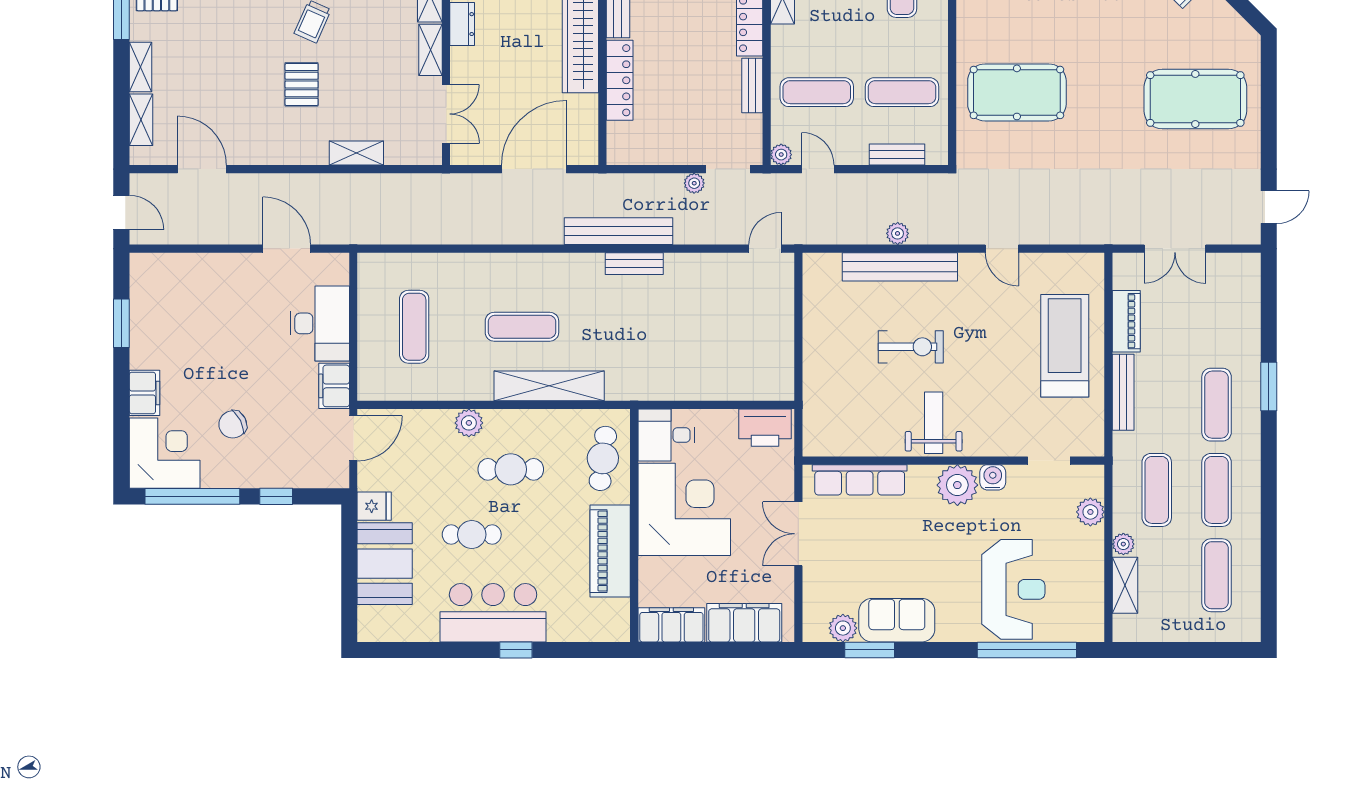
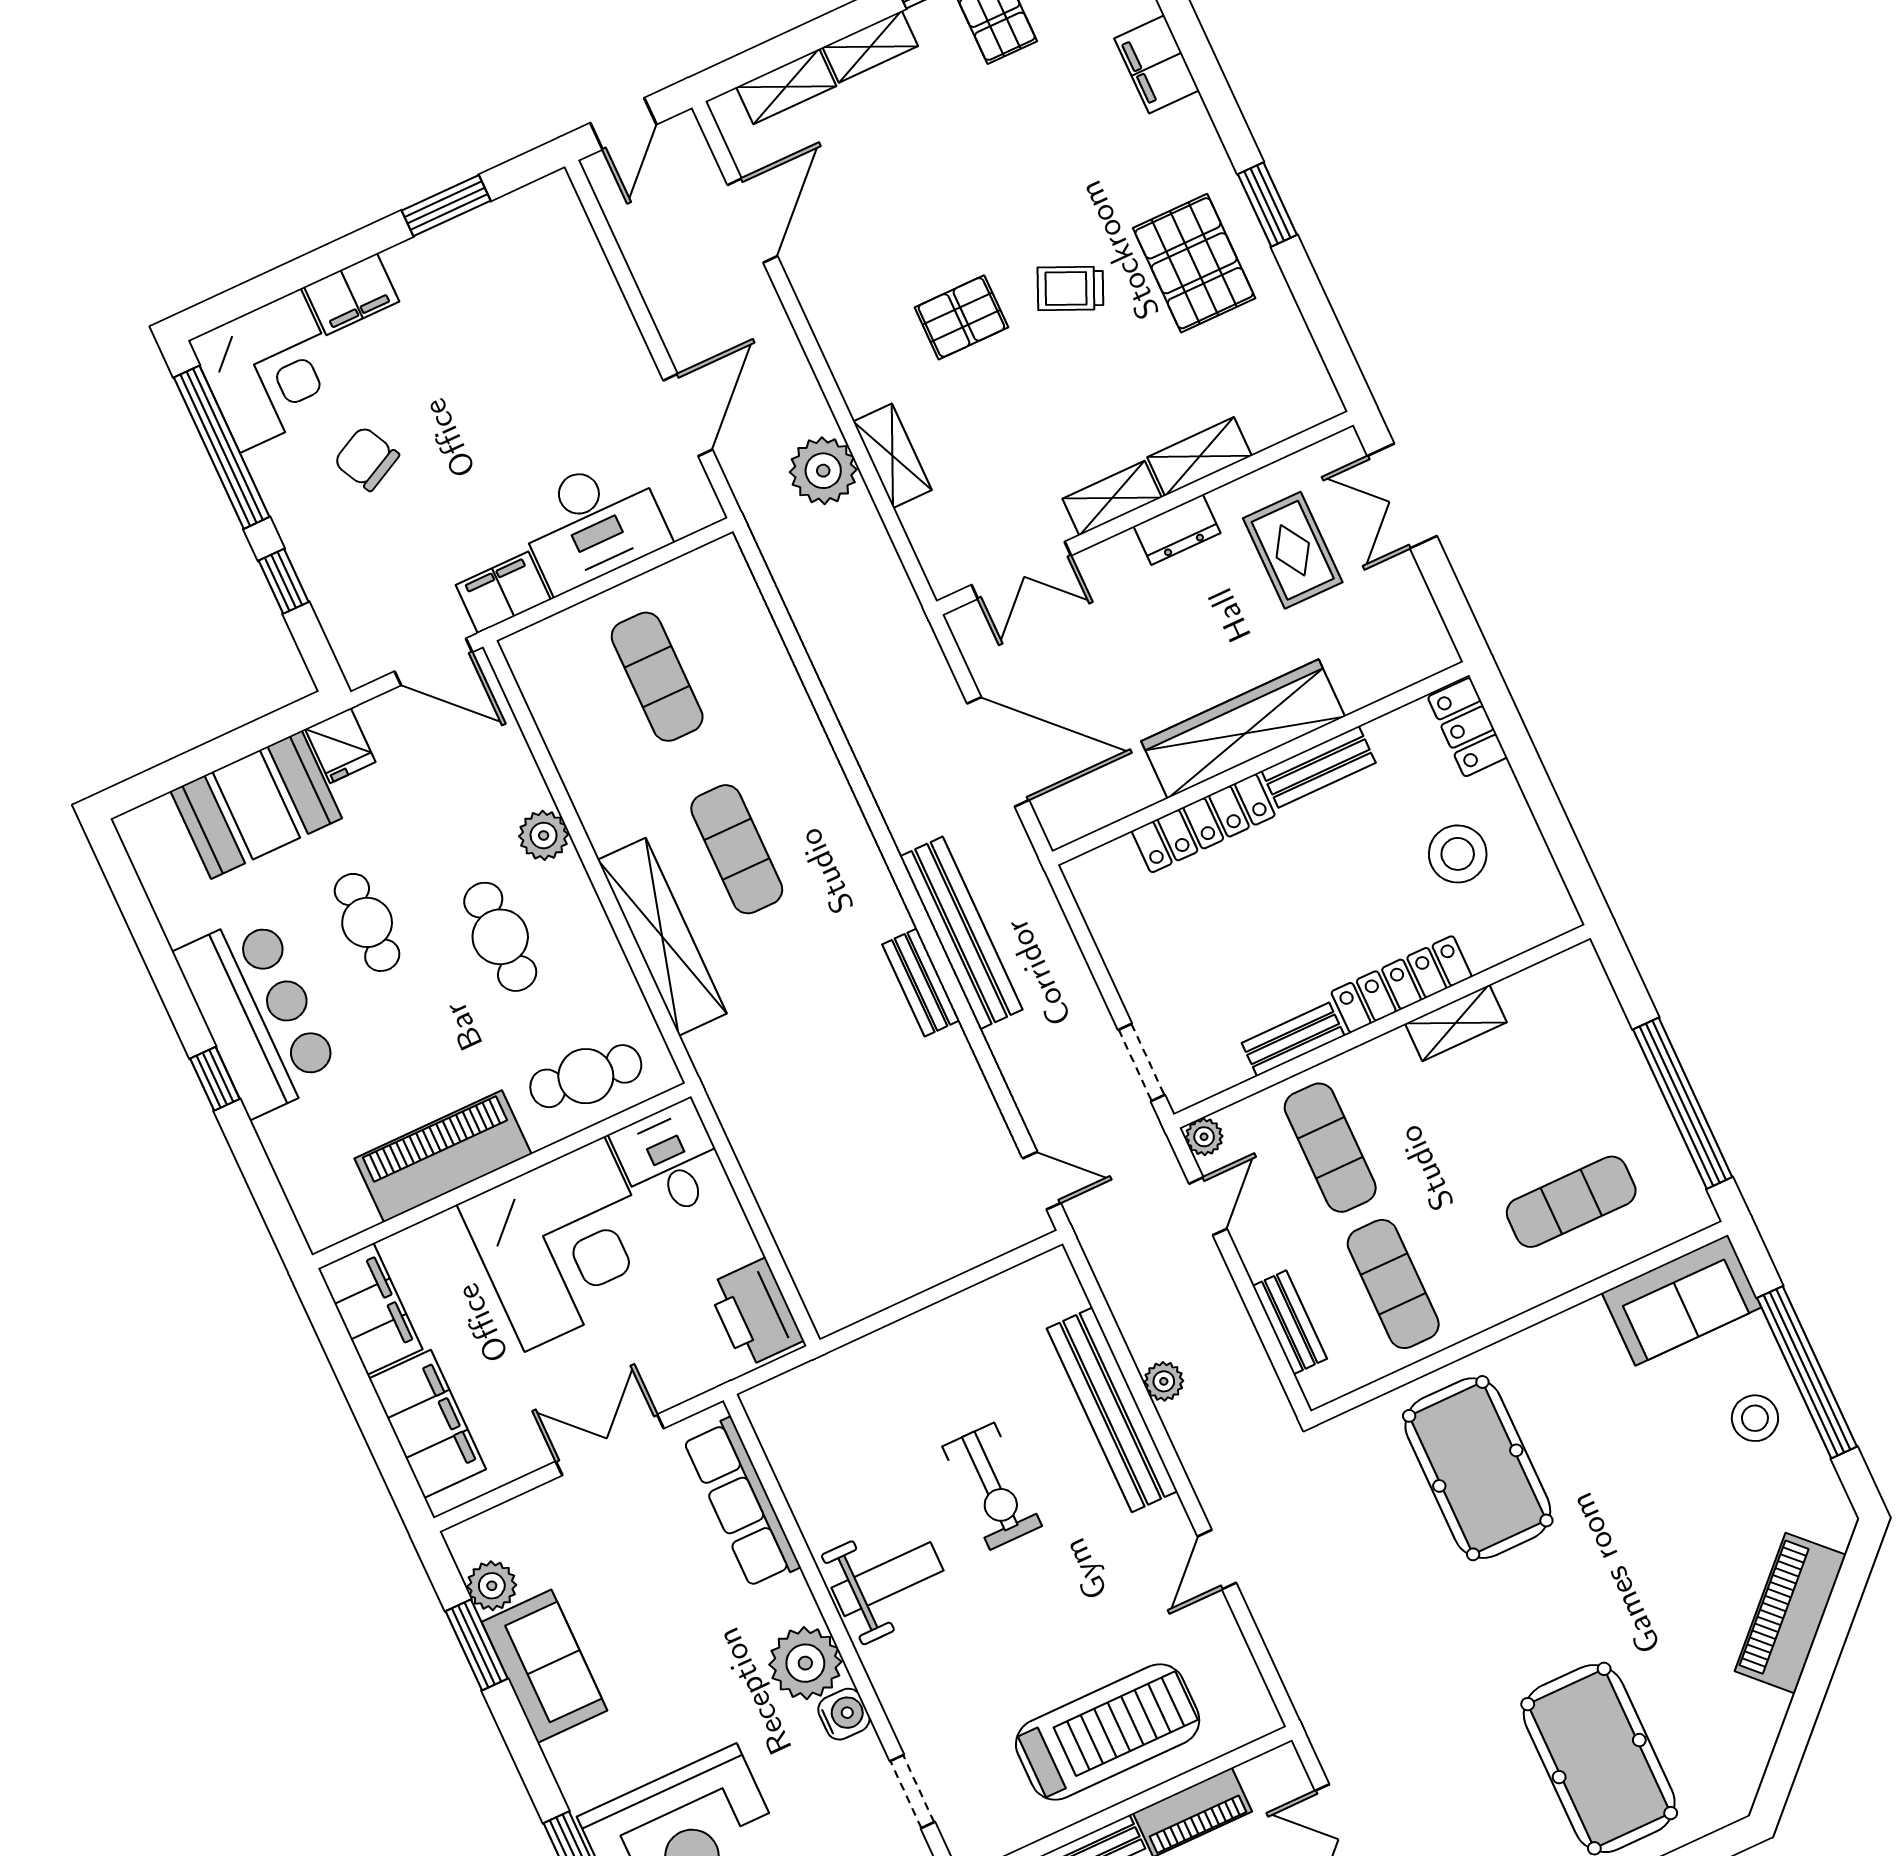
plant: (694, 183) -> (823, 471), moved, width x1.88, depth x1.88
exercise mat: (414, 327) -> (657, 677), turned 90

